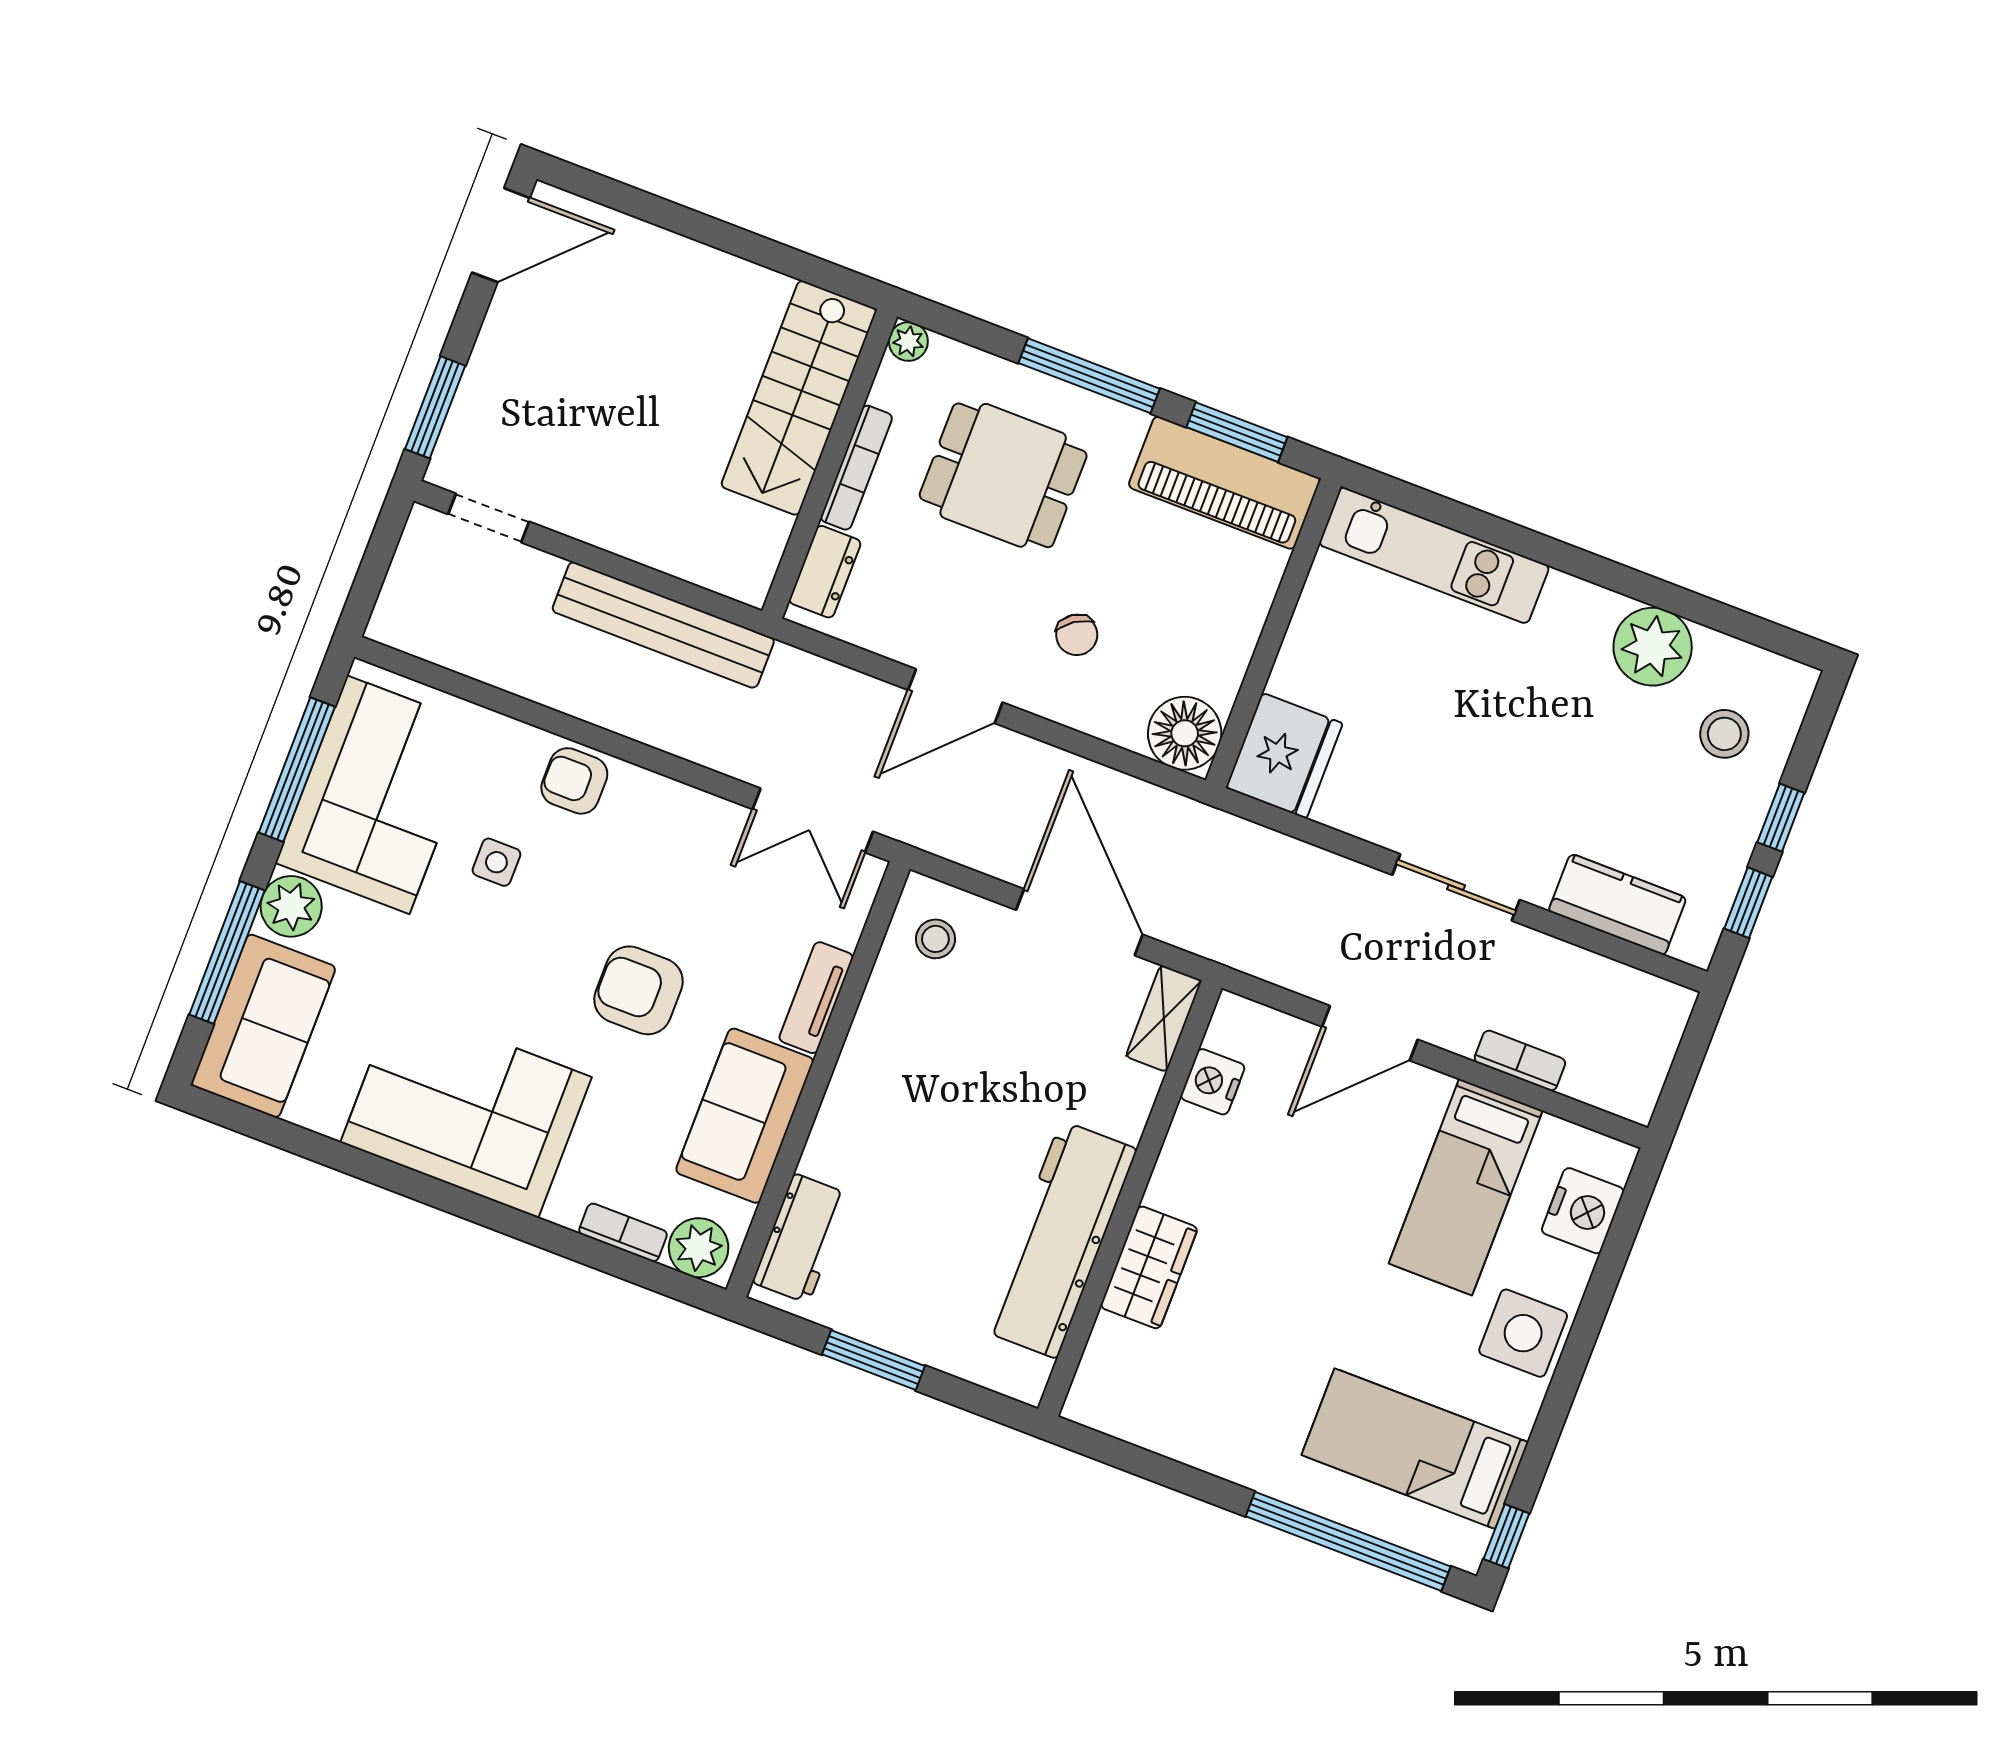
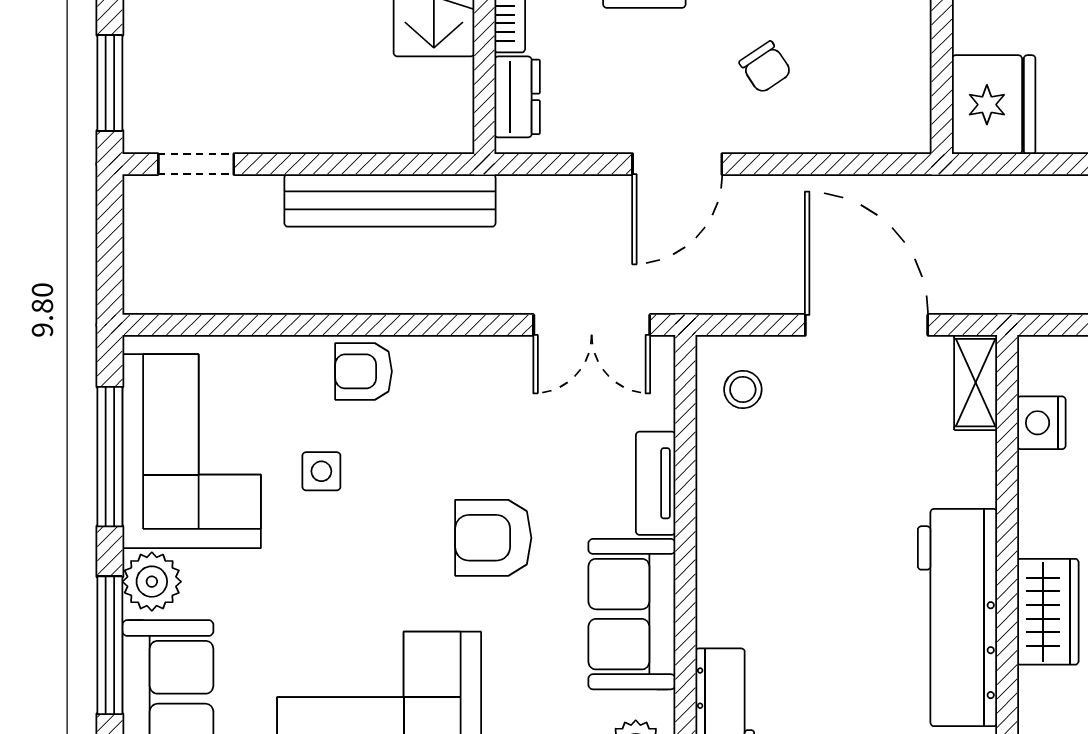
floor lamp: (1185, 733) -> (896, 119), removed

